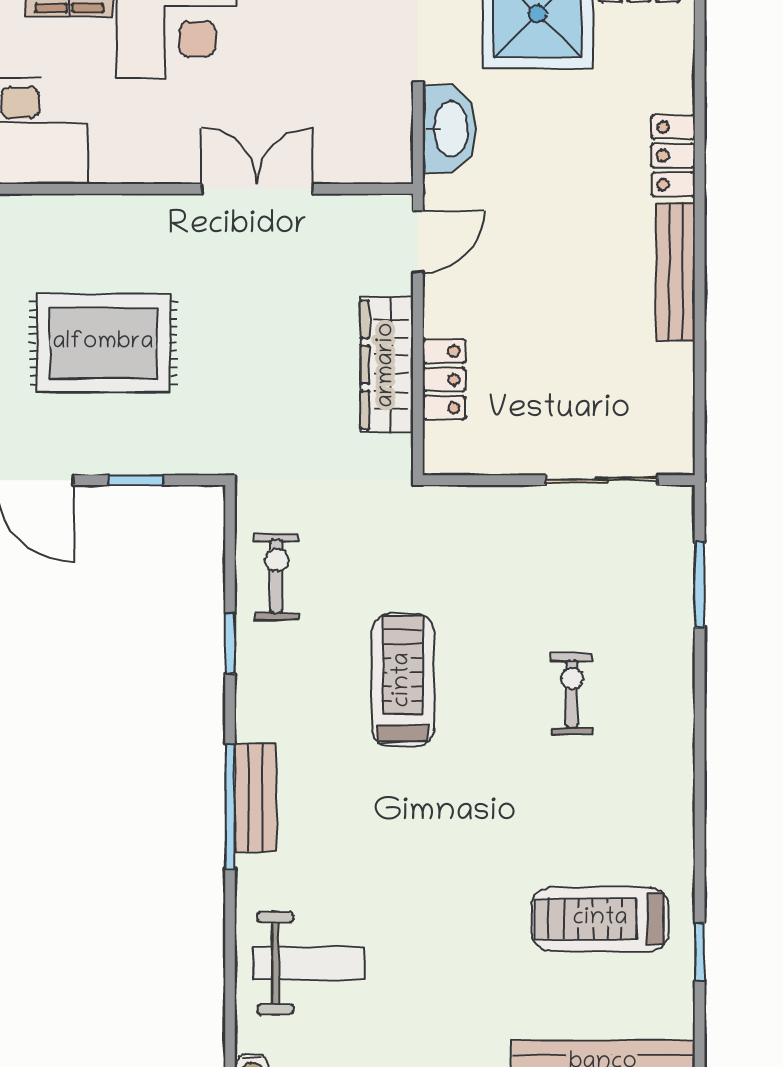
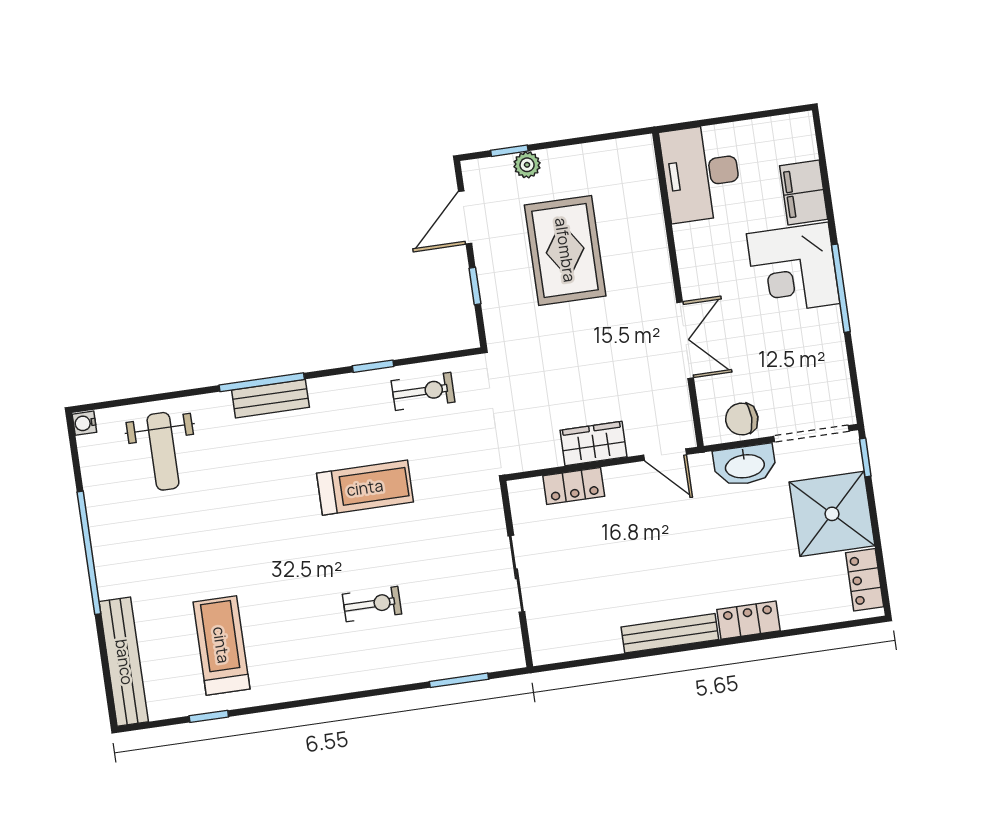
chair: (382, 124) -> (742, 419), added
wardrobe: (387, 365) -> (594, 443), width x0.67
sliding door: (601, 480) -> (516, 574), moved

